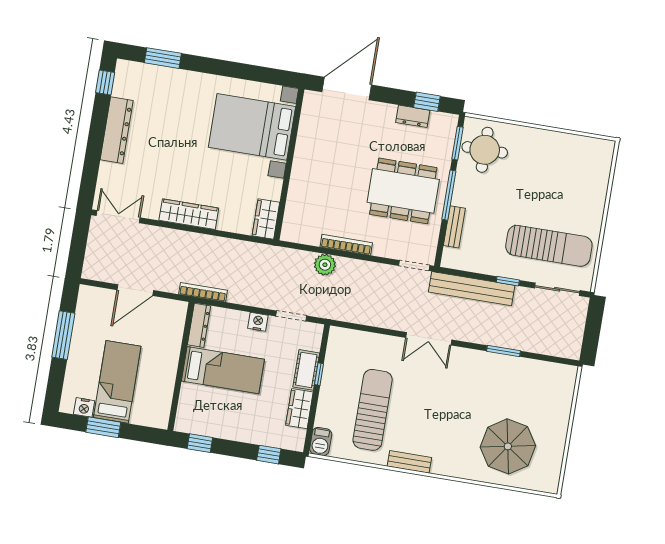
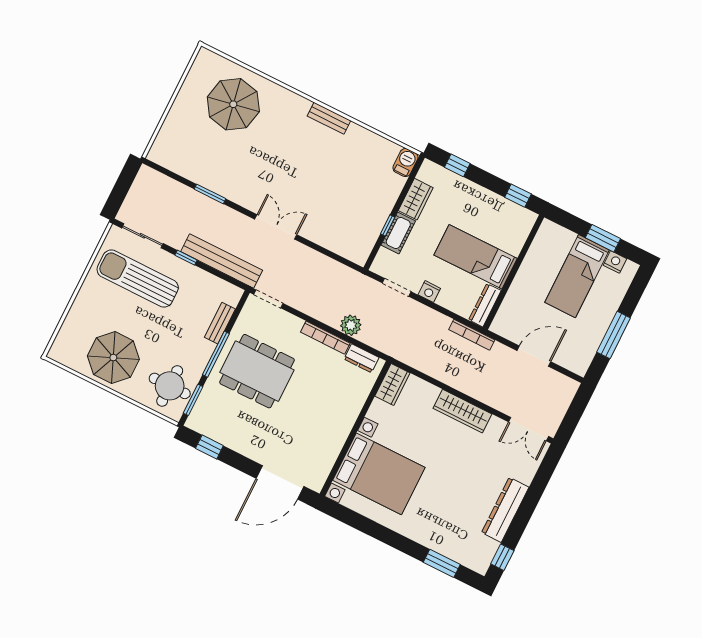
dresser: (413, 116) -> (361, 358), moved, turned 180
parasol: (549, 161) -> (113, 358), added
sun lounger: (373, 410) -> (348, 177), removed

